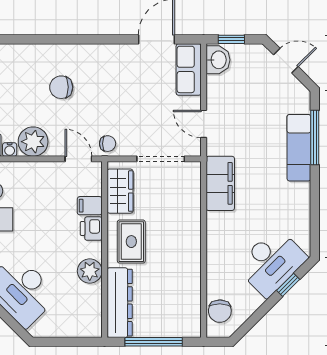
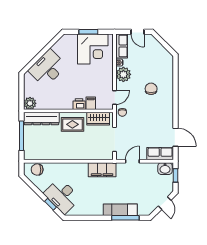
plant: (90, 271) -> (30, 103), moved

